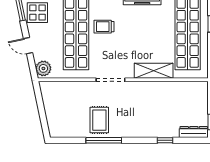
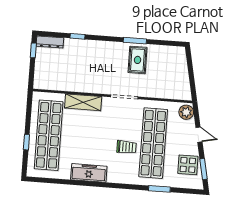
window: (104, 140) -> (135, 41), width x0.69

